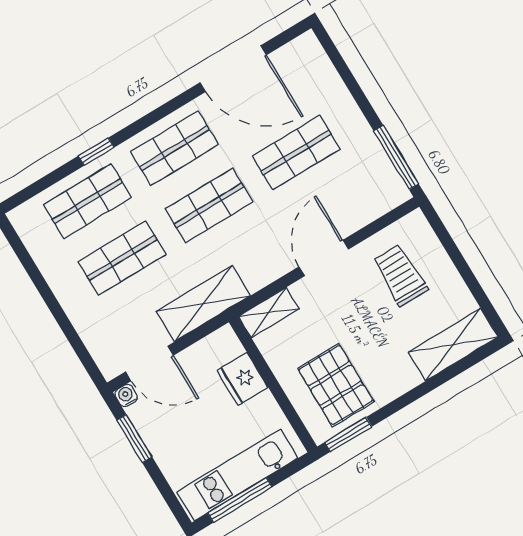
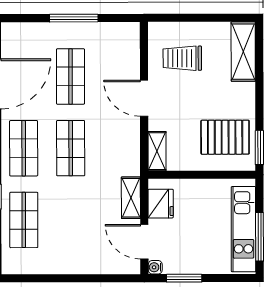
window: (396, 157) -> (74, 18), moved
shop shelf: (122, 258) -> (71, 220), removed
shelving: (203, 304) -> (131, 198), width x0.67, depth x0.75
door: (149, 364) -> (144, 242), swing flipped
fridge: (242, 379) -> (161, 204), moved, turned -90

